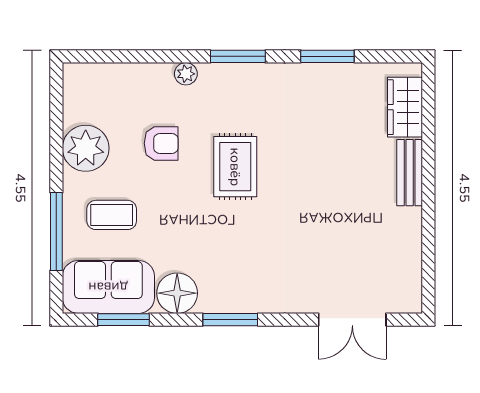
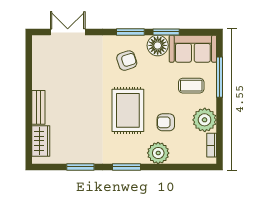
plant: (186, 74) -> (158, 153), width x1.88, depth x1.88
bookcase: (72, 99) -> (212, 145), added
rug: (235, 167) -> (128, 110), width x1.36, depth x1.43
armchair: (237, 264) -> (127, 61), added
window: (123, 320) -> (166, 32), moved

